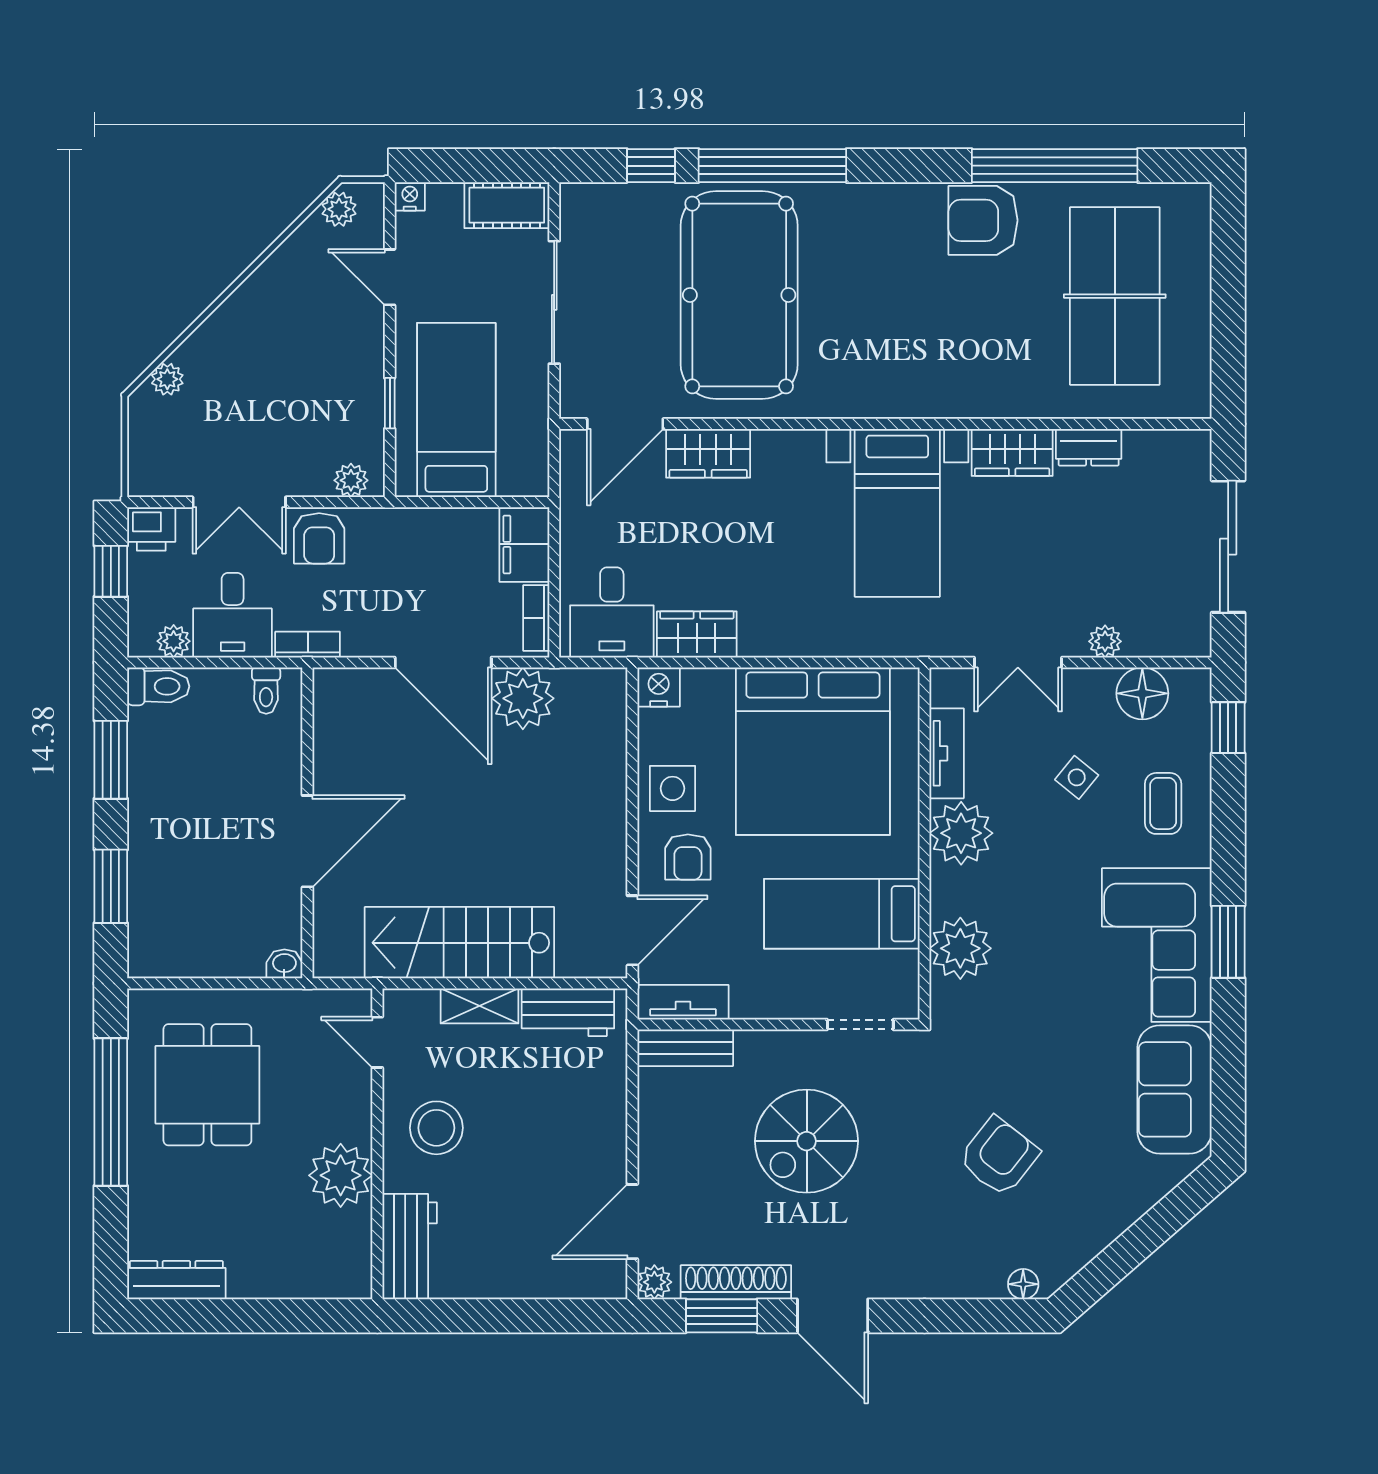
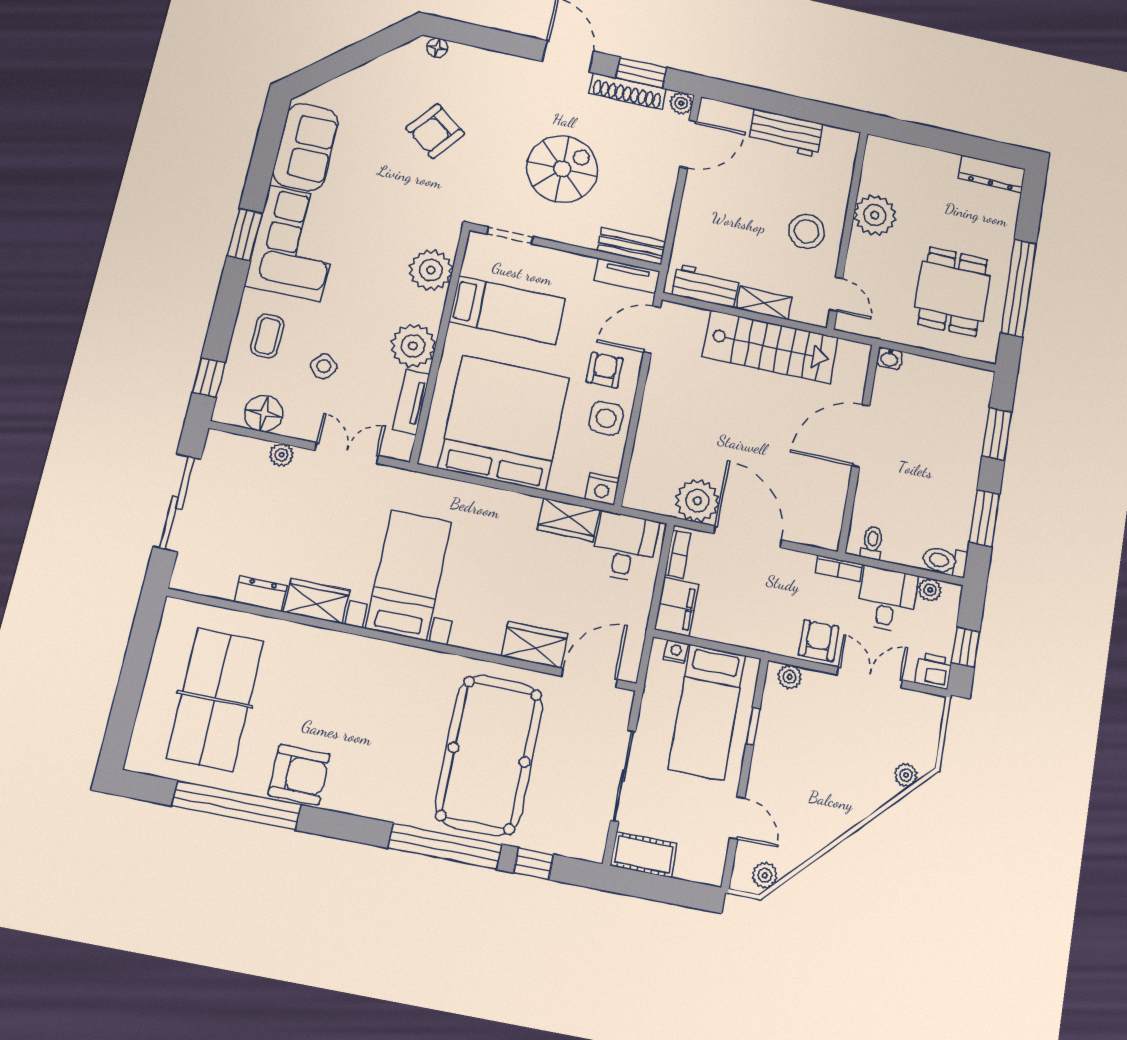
nightstand: (410, 196) -> (676, 652), moved, turned 180
workbench: (410, 1247) -> (785, 133), moved, turned -90

